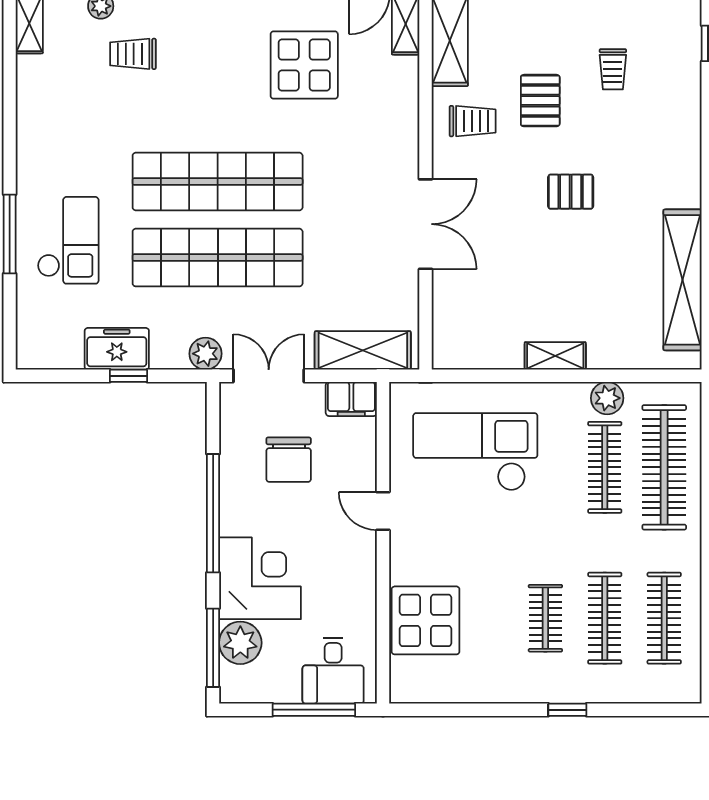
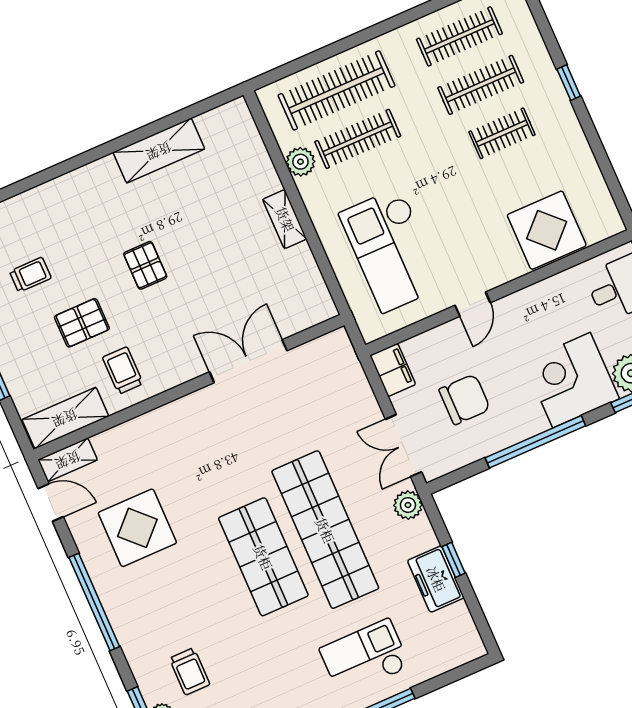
shop shelf: (218, 182) -> (263, 557), width x0.71
double door: (425, 224) -> (248, 361), moved
shelving: (683, 280) -> (159, 151), width x0.68
shelving: (363, 350) -> (349, 378), removed

